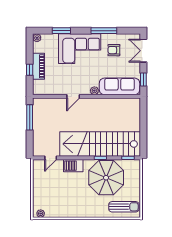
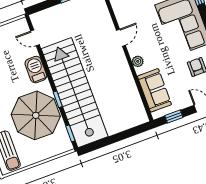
sofa: (119, 86) -> (154, 90), width x0.73
door: (73, 96) -> (121, 38), swing flipped

